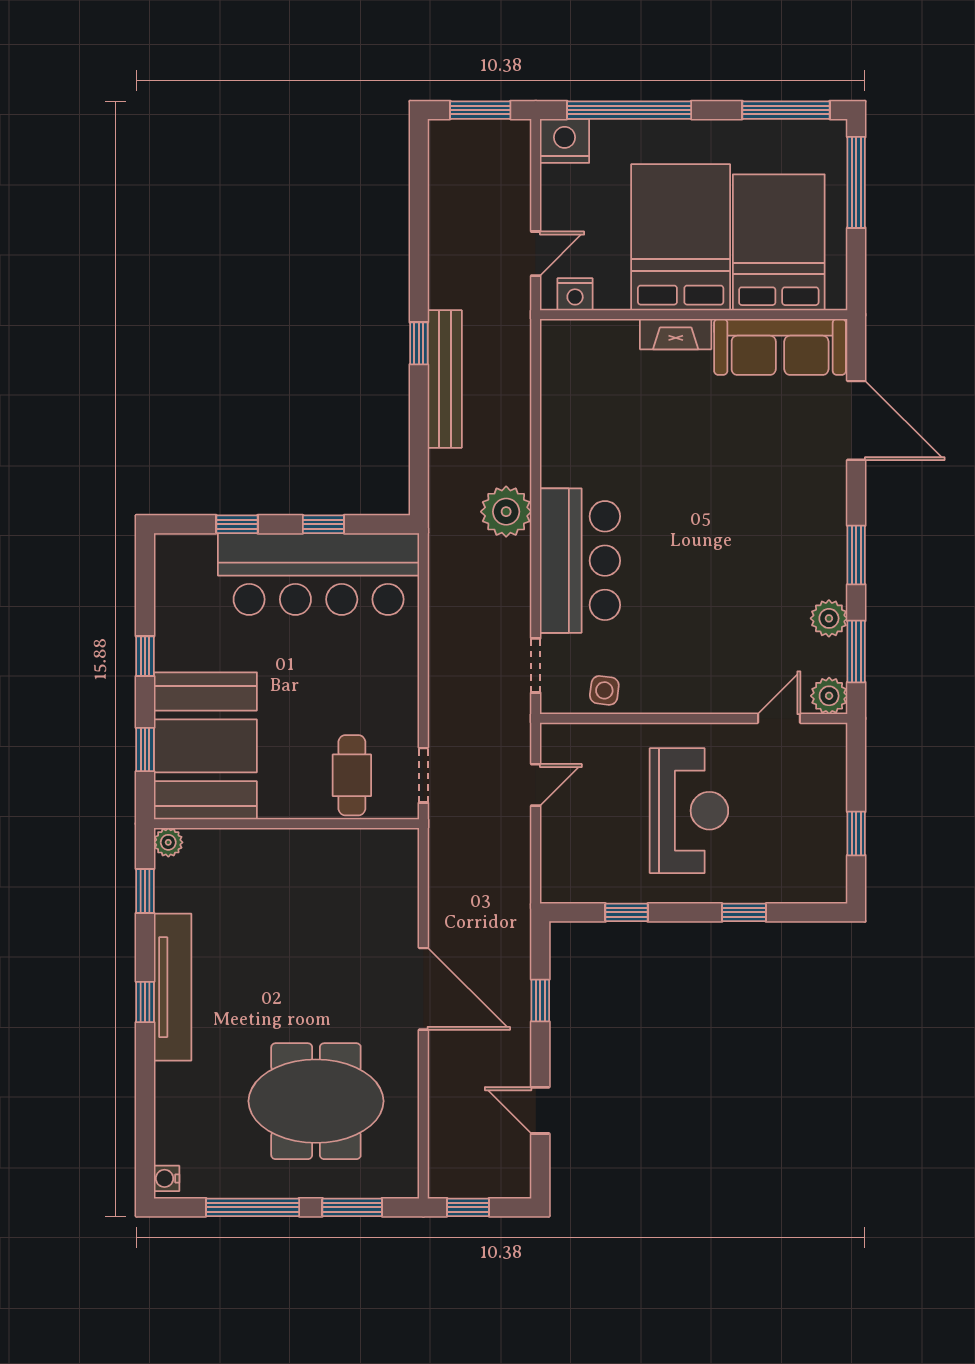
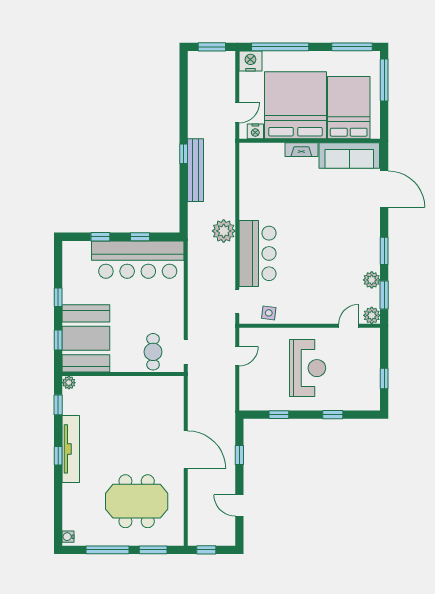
bed: (681, 237) -> (295, 105), width x1.36

